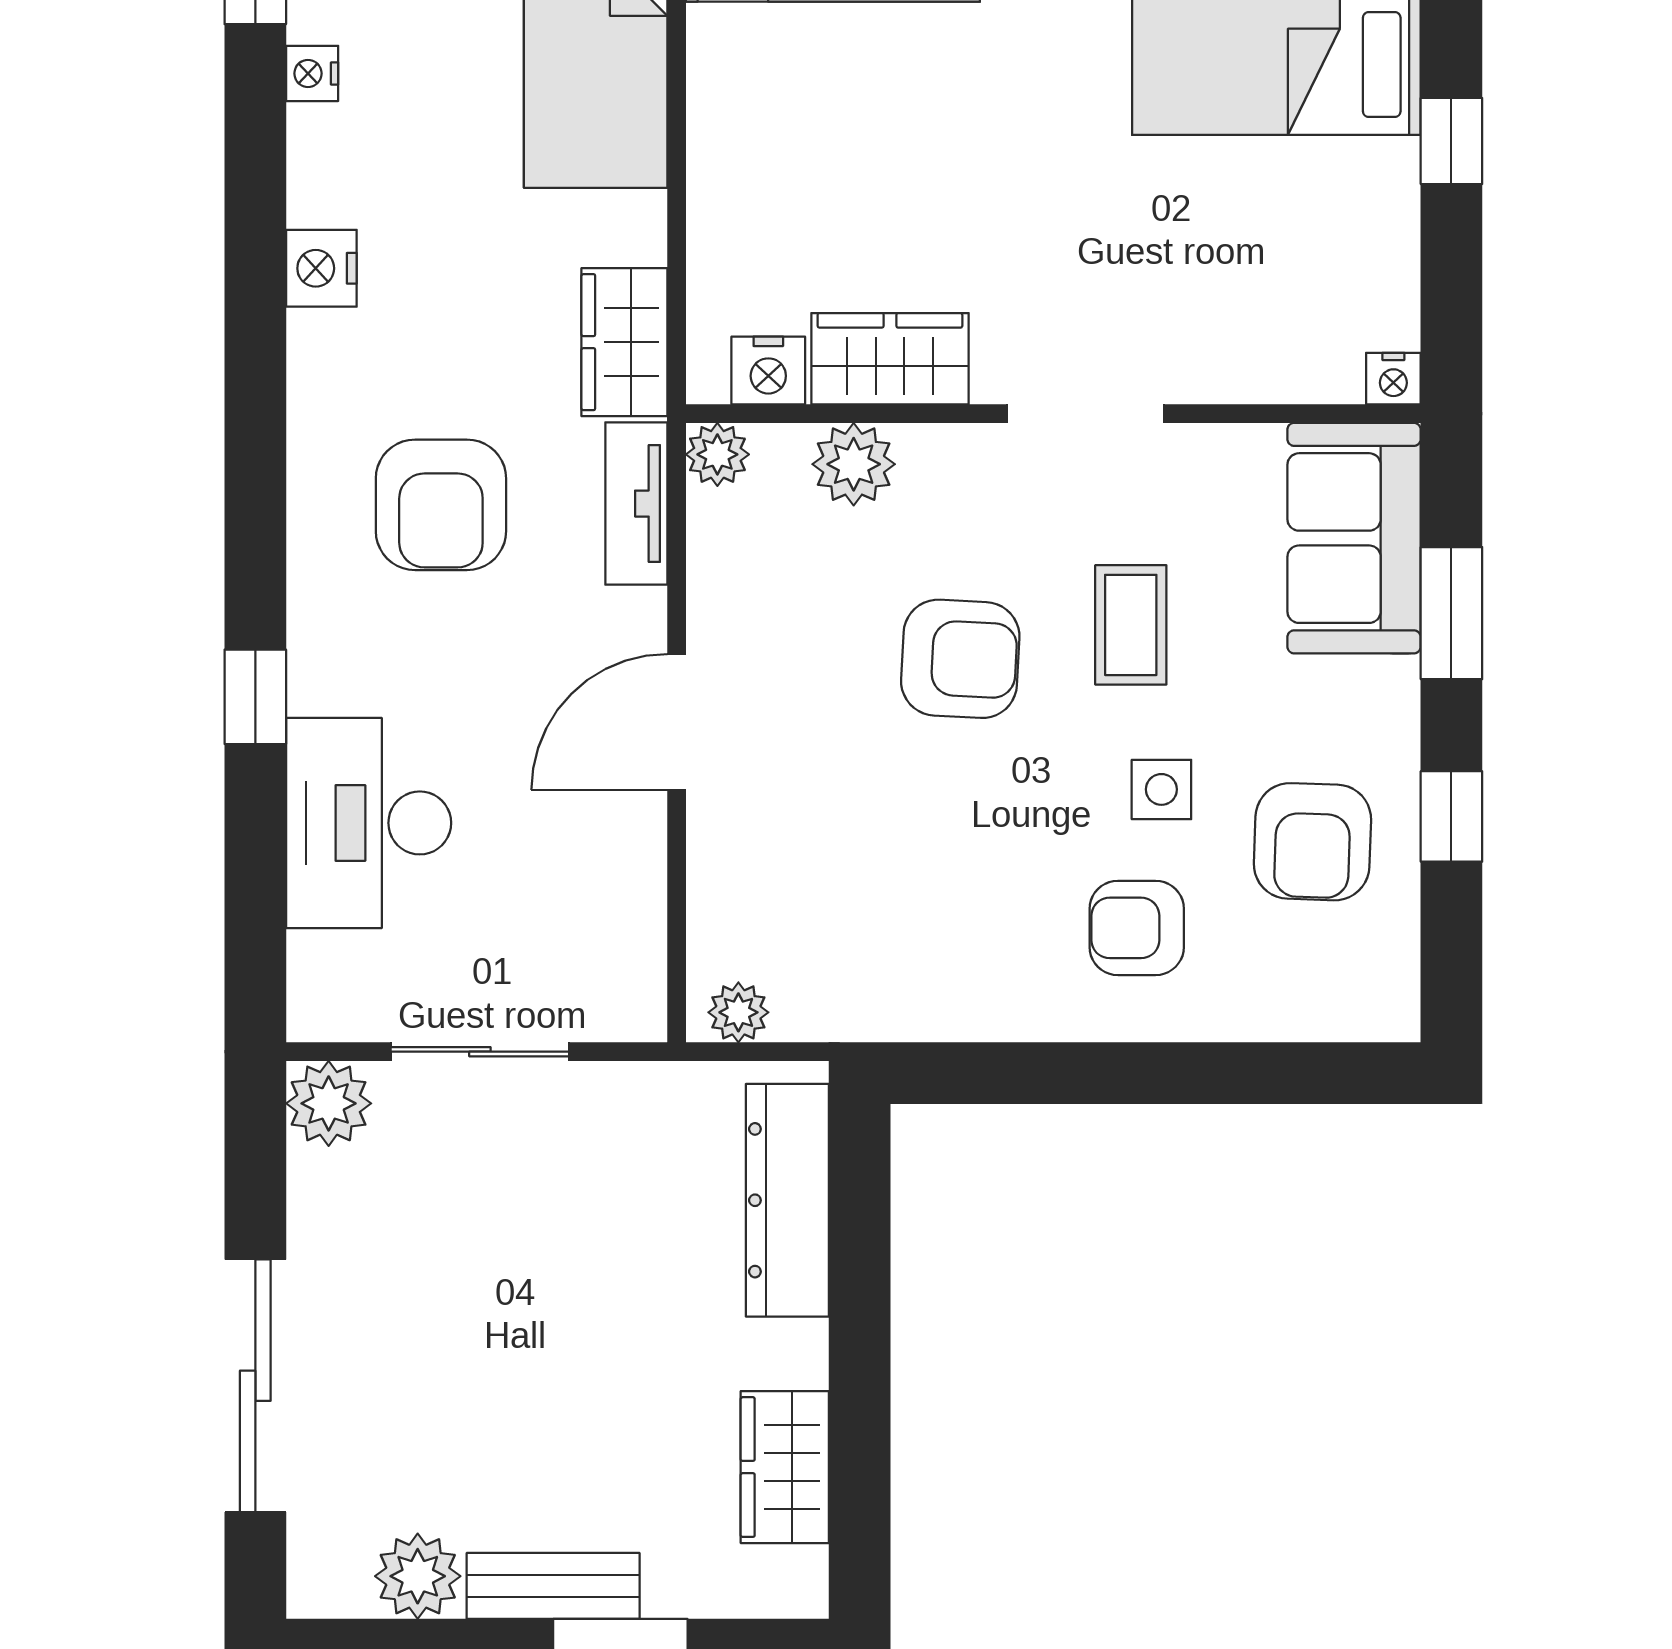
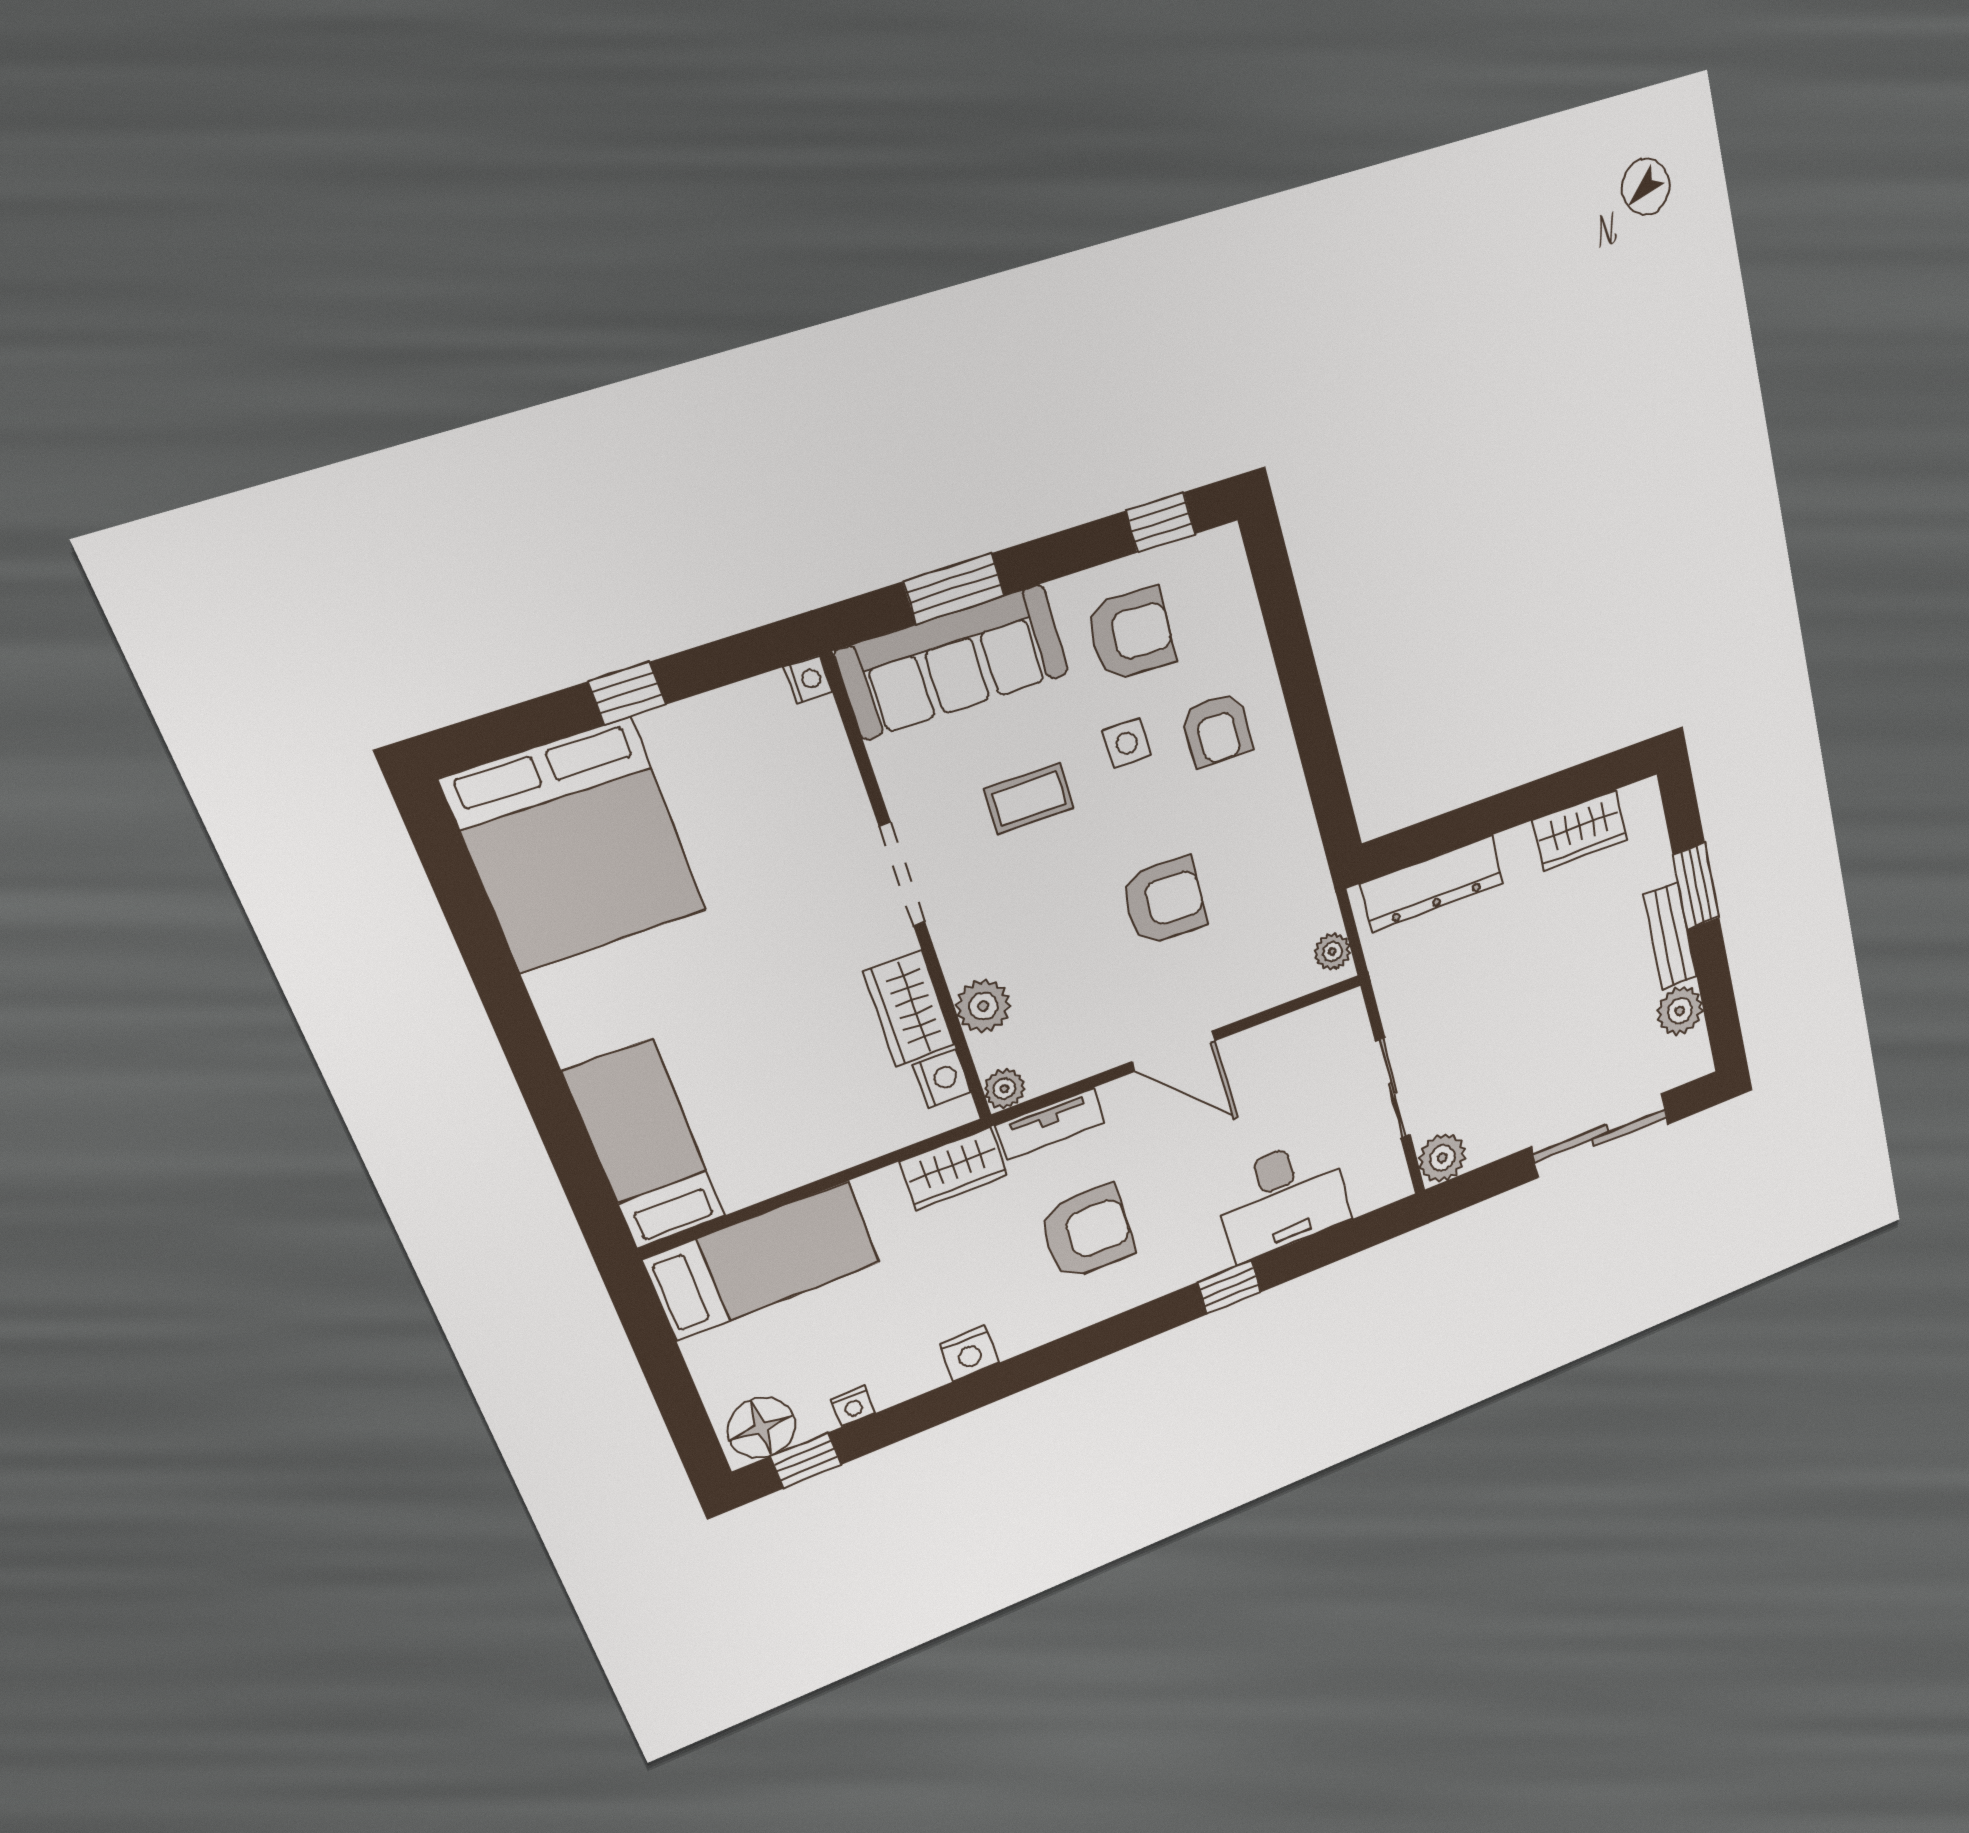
sofa: (1354, 538) -> (953, 662), width x1.36
armchair: (960, 659) -> (1164, 901), moved, turned 89
window: (1451, 816) -> (1160, 522), moved

